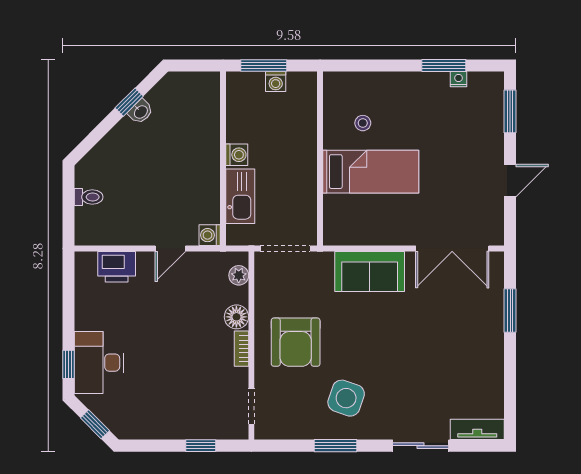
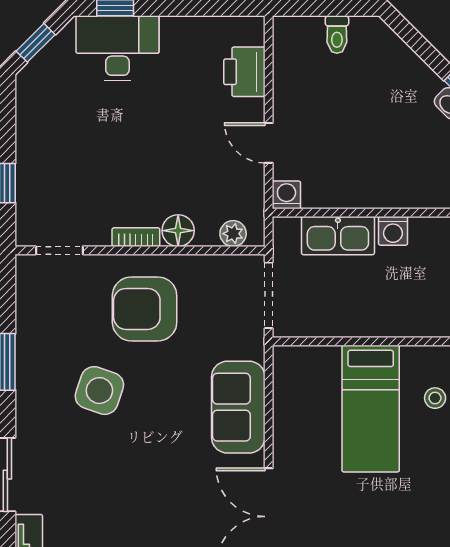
side table: (346, 398) -> (99, 391), moved

